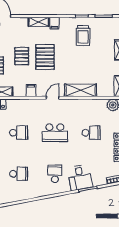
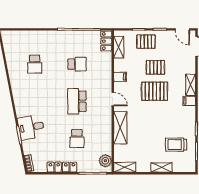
trolley: (83, 35) -> (176, 145), moved
school desk: (19, 133) -> (77, 64), turned -90
school desk: (55, 174) -> (35, 101), removed

